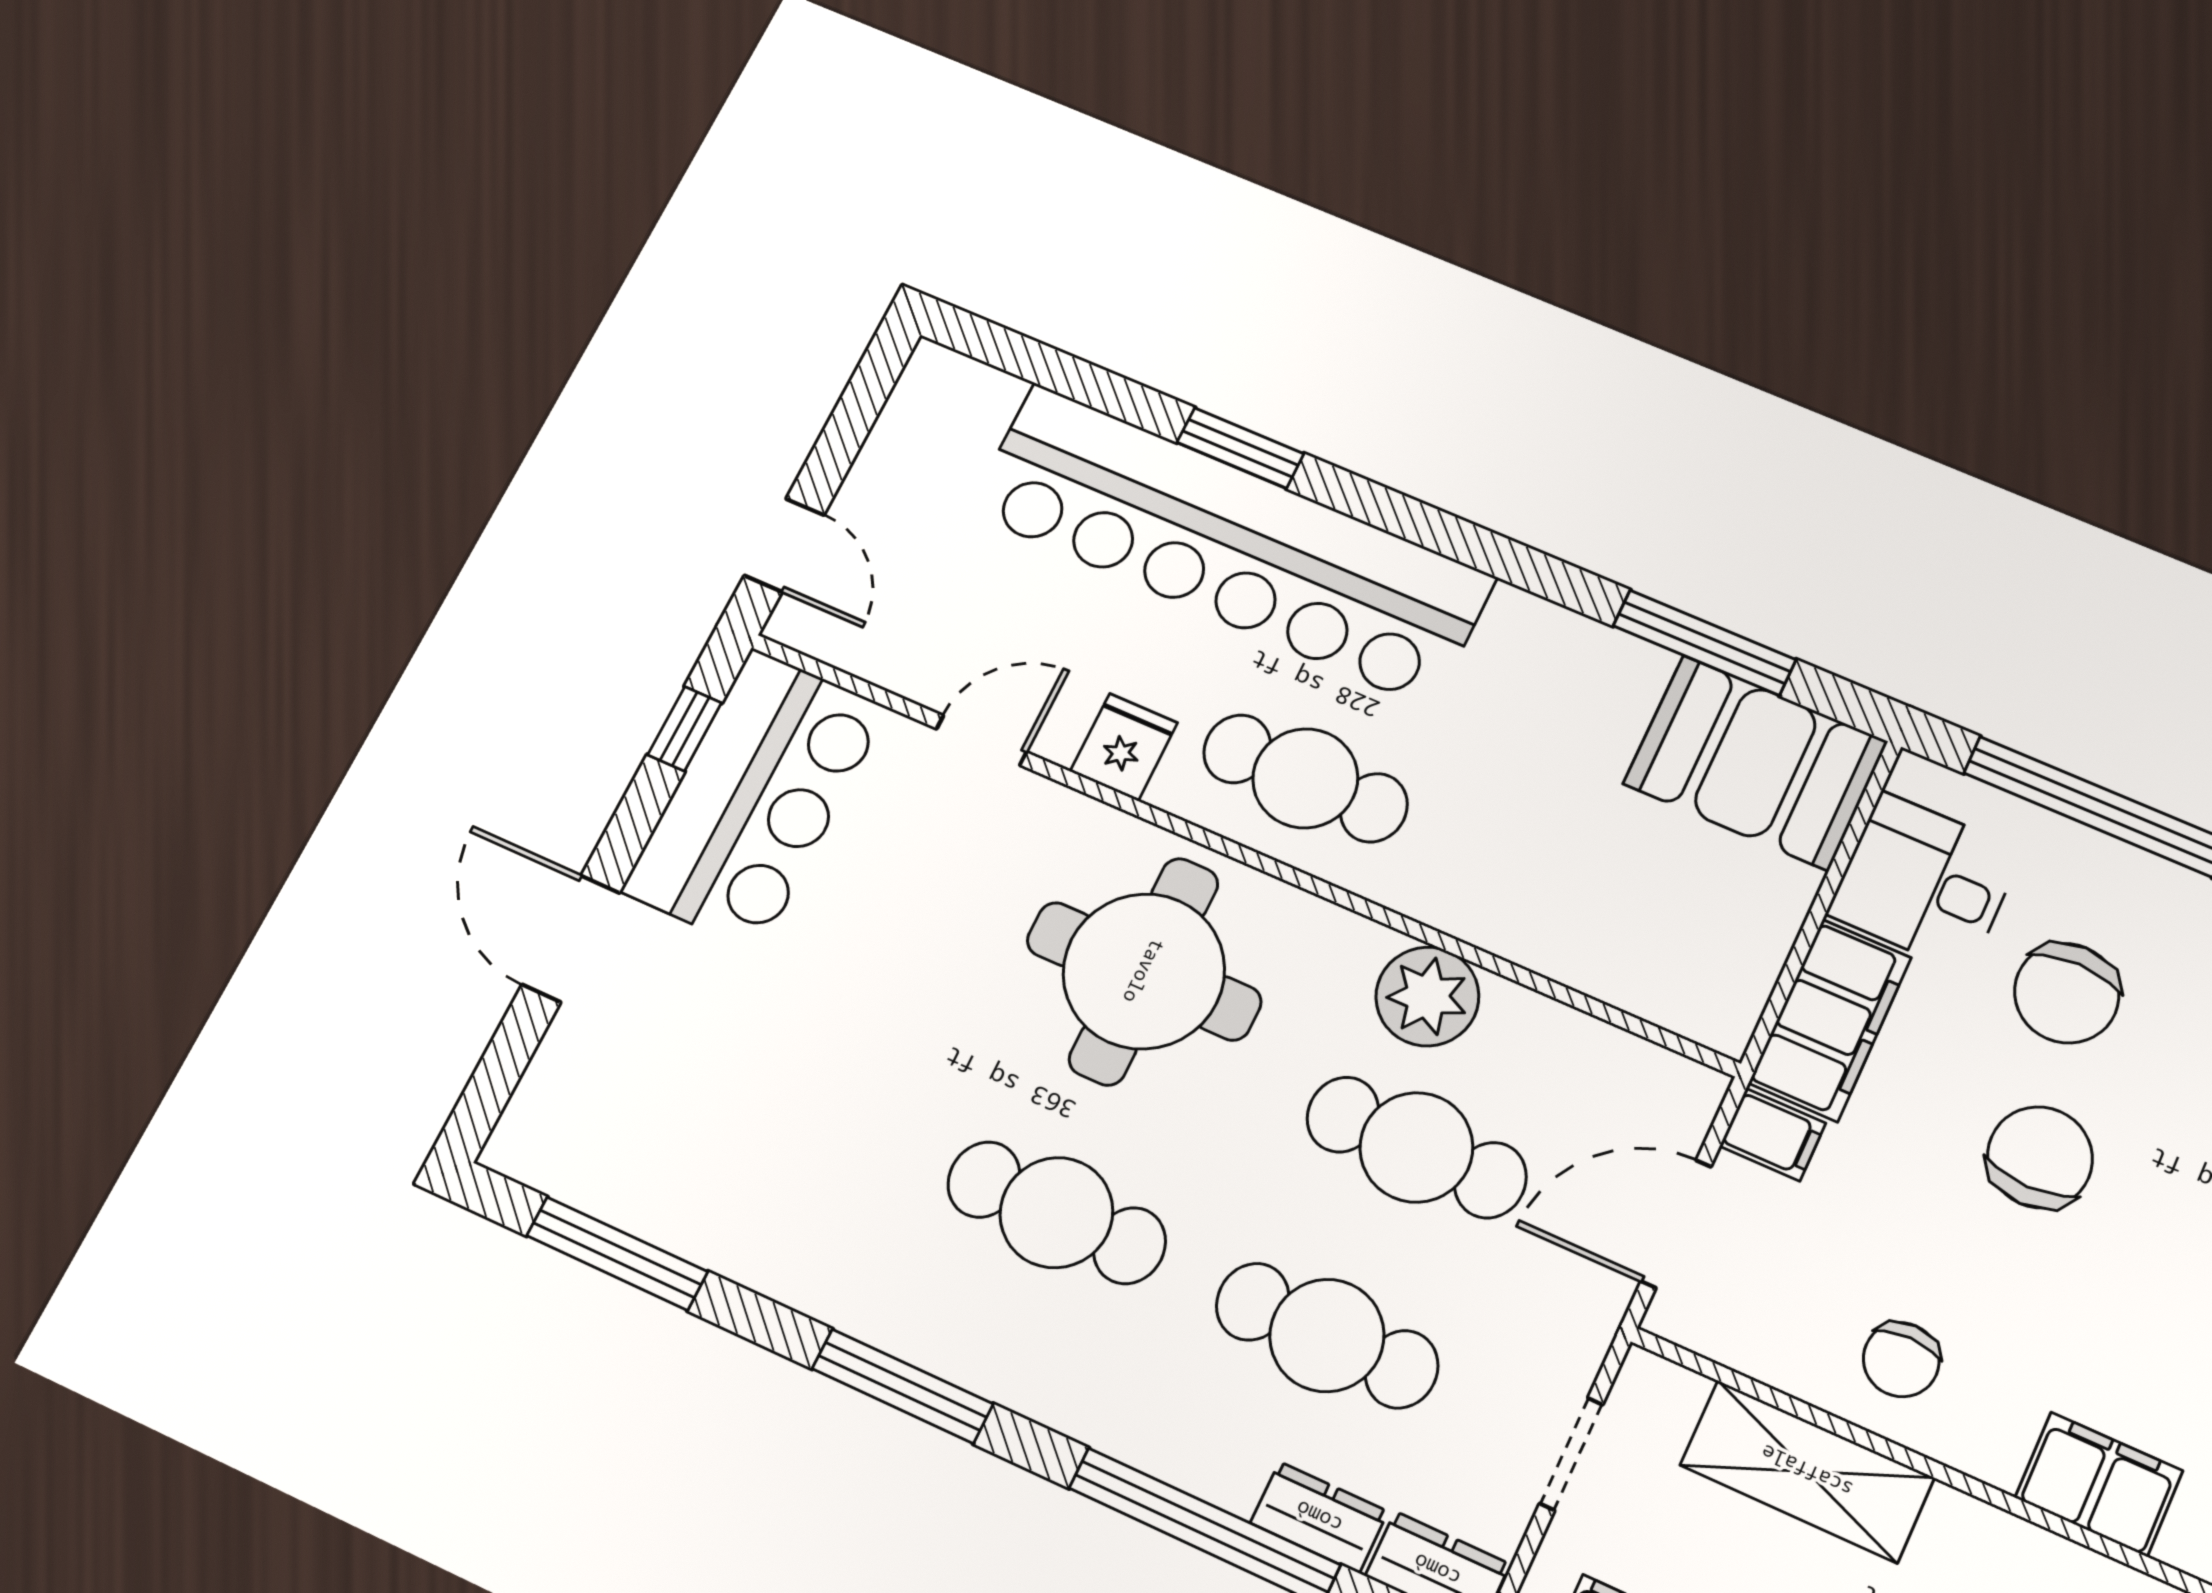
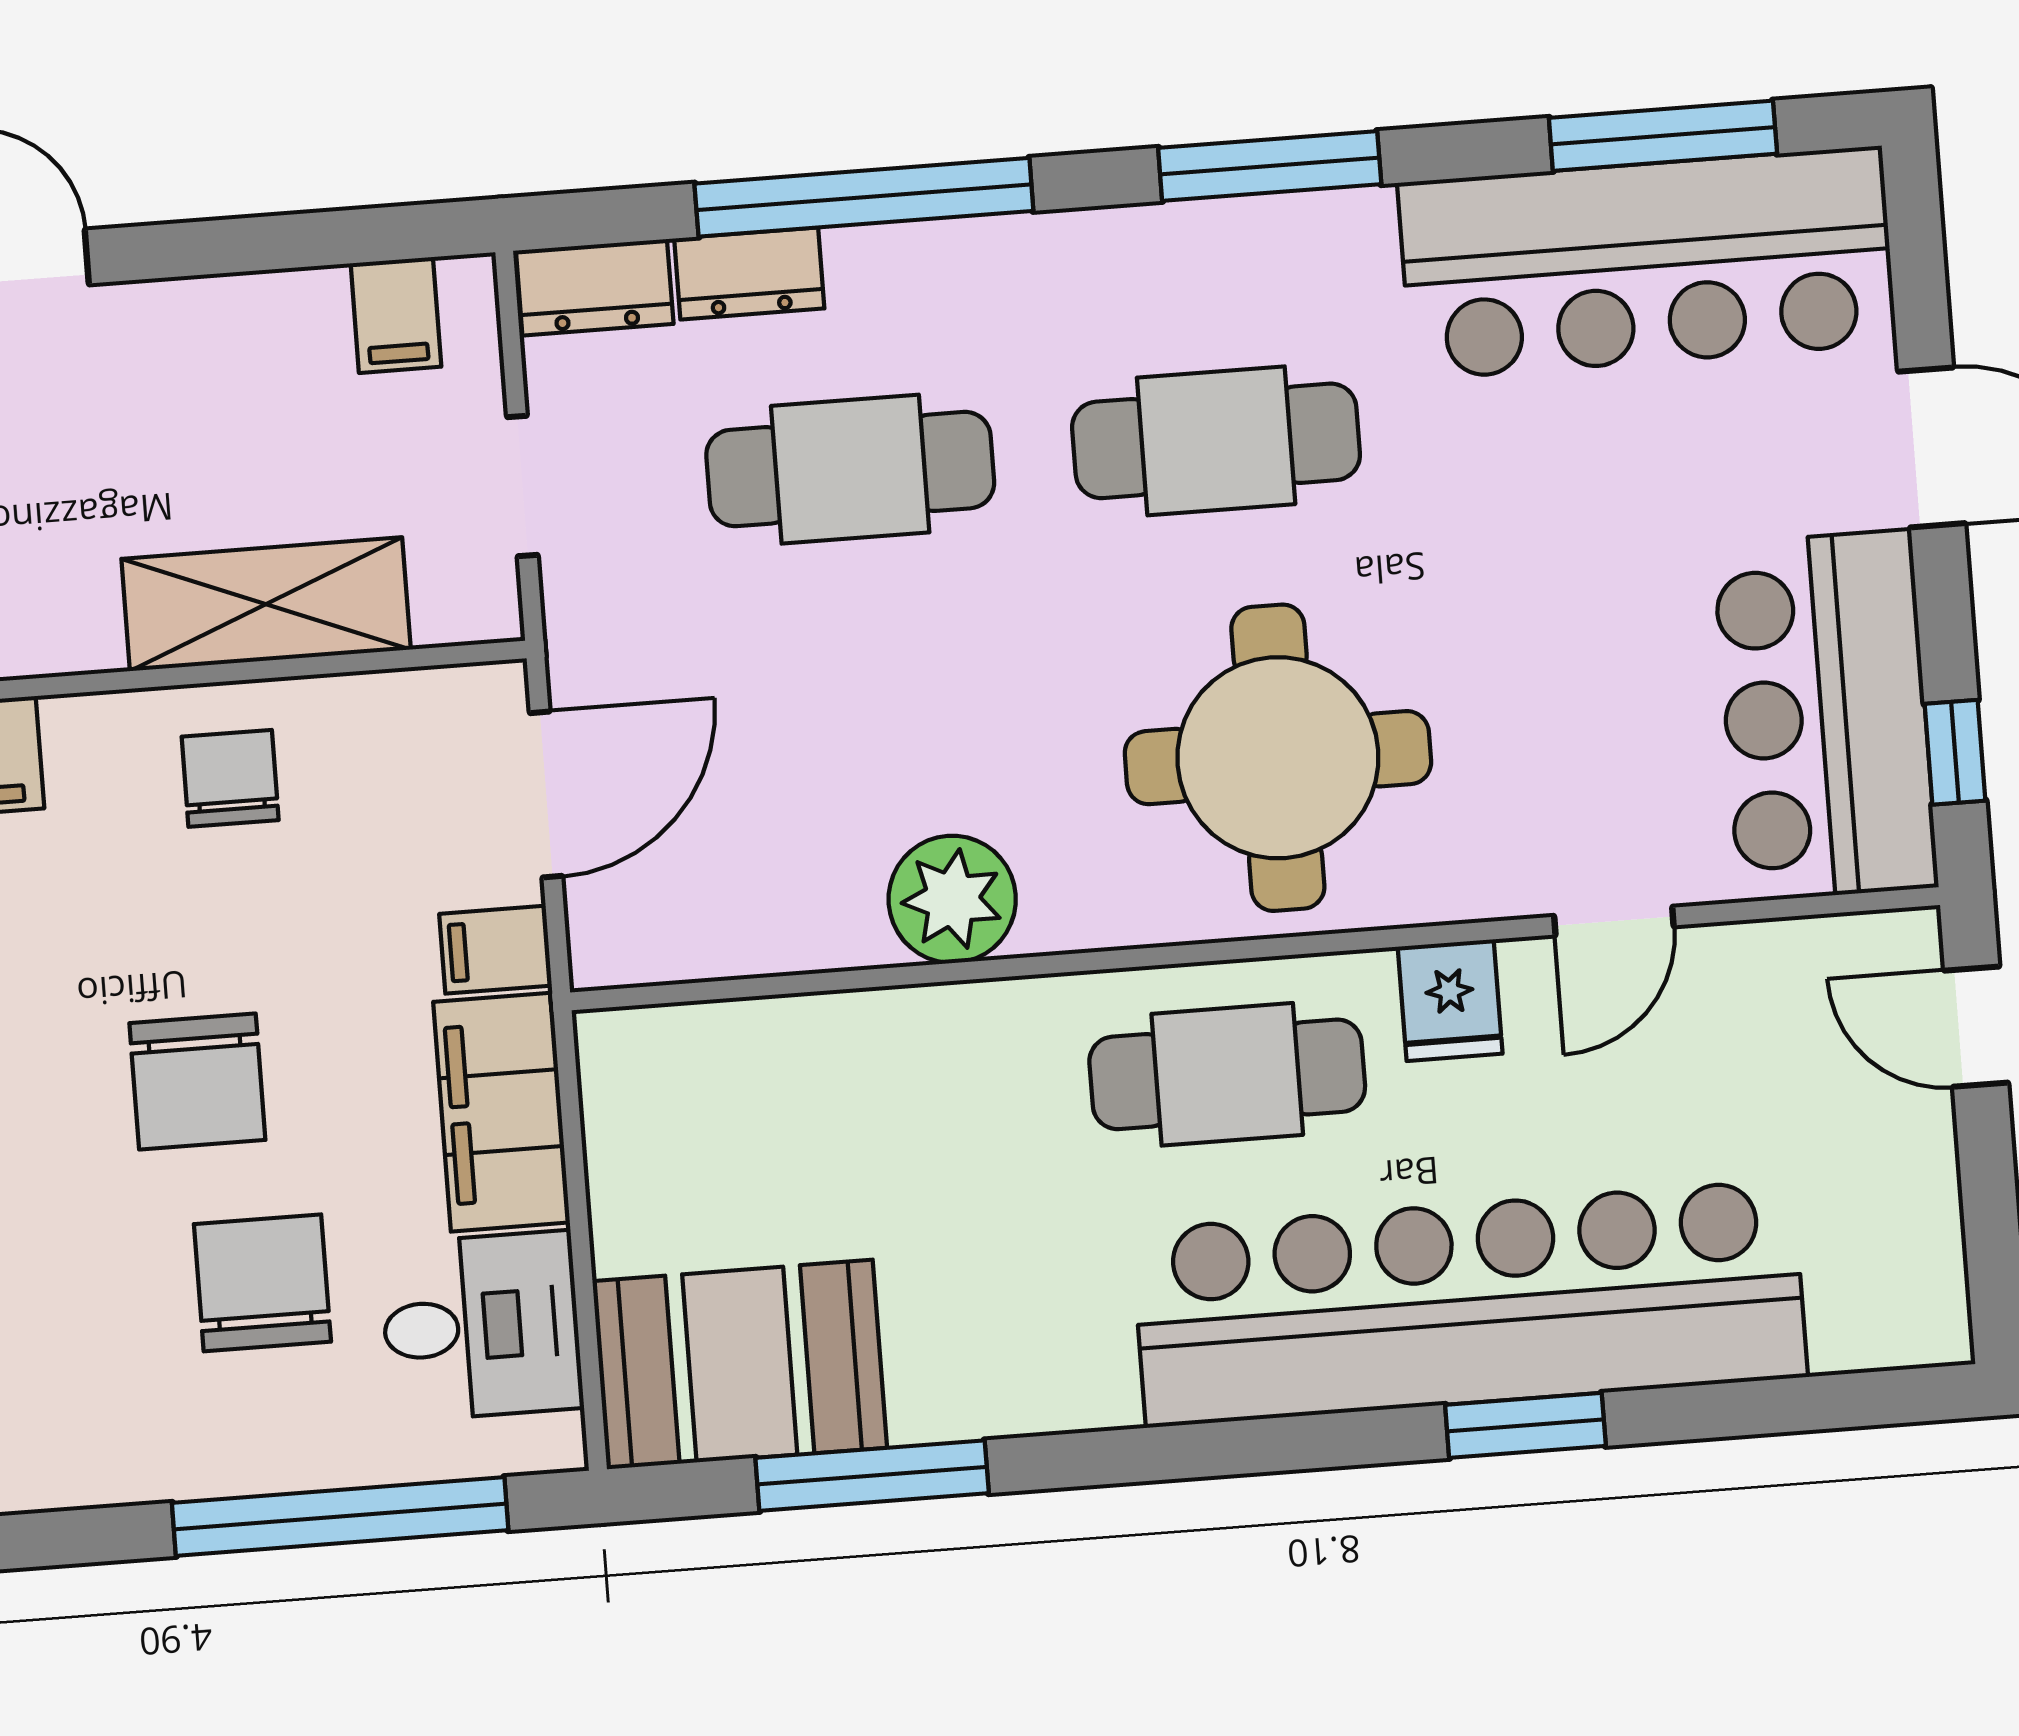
cafe table: (1416, 1147) -> (870, 725), removed
bar counter: (683, 1171) -> (1647, 263), added

